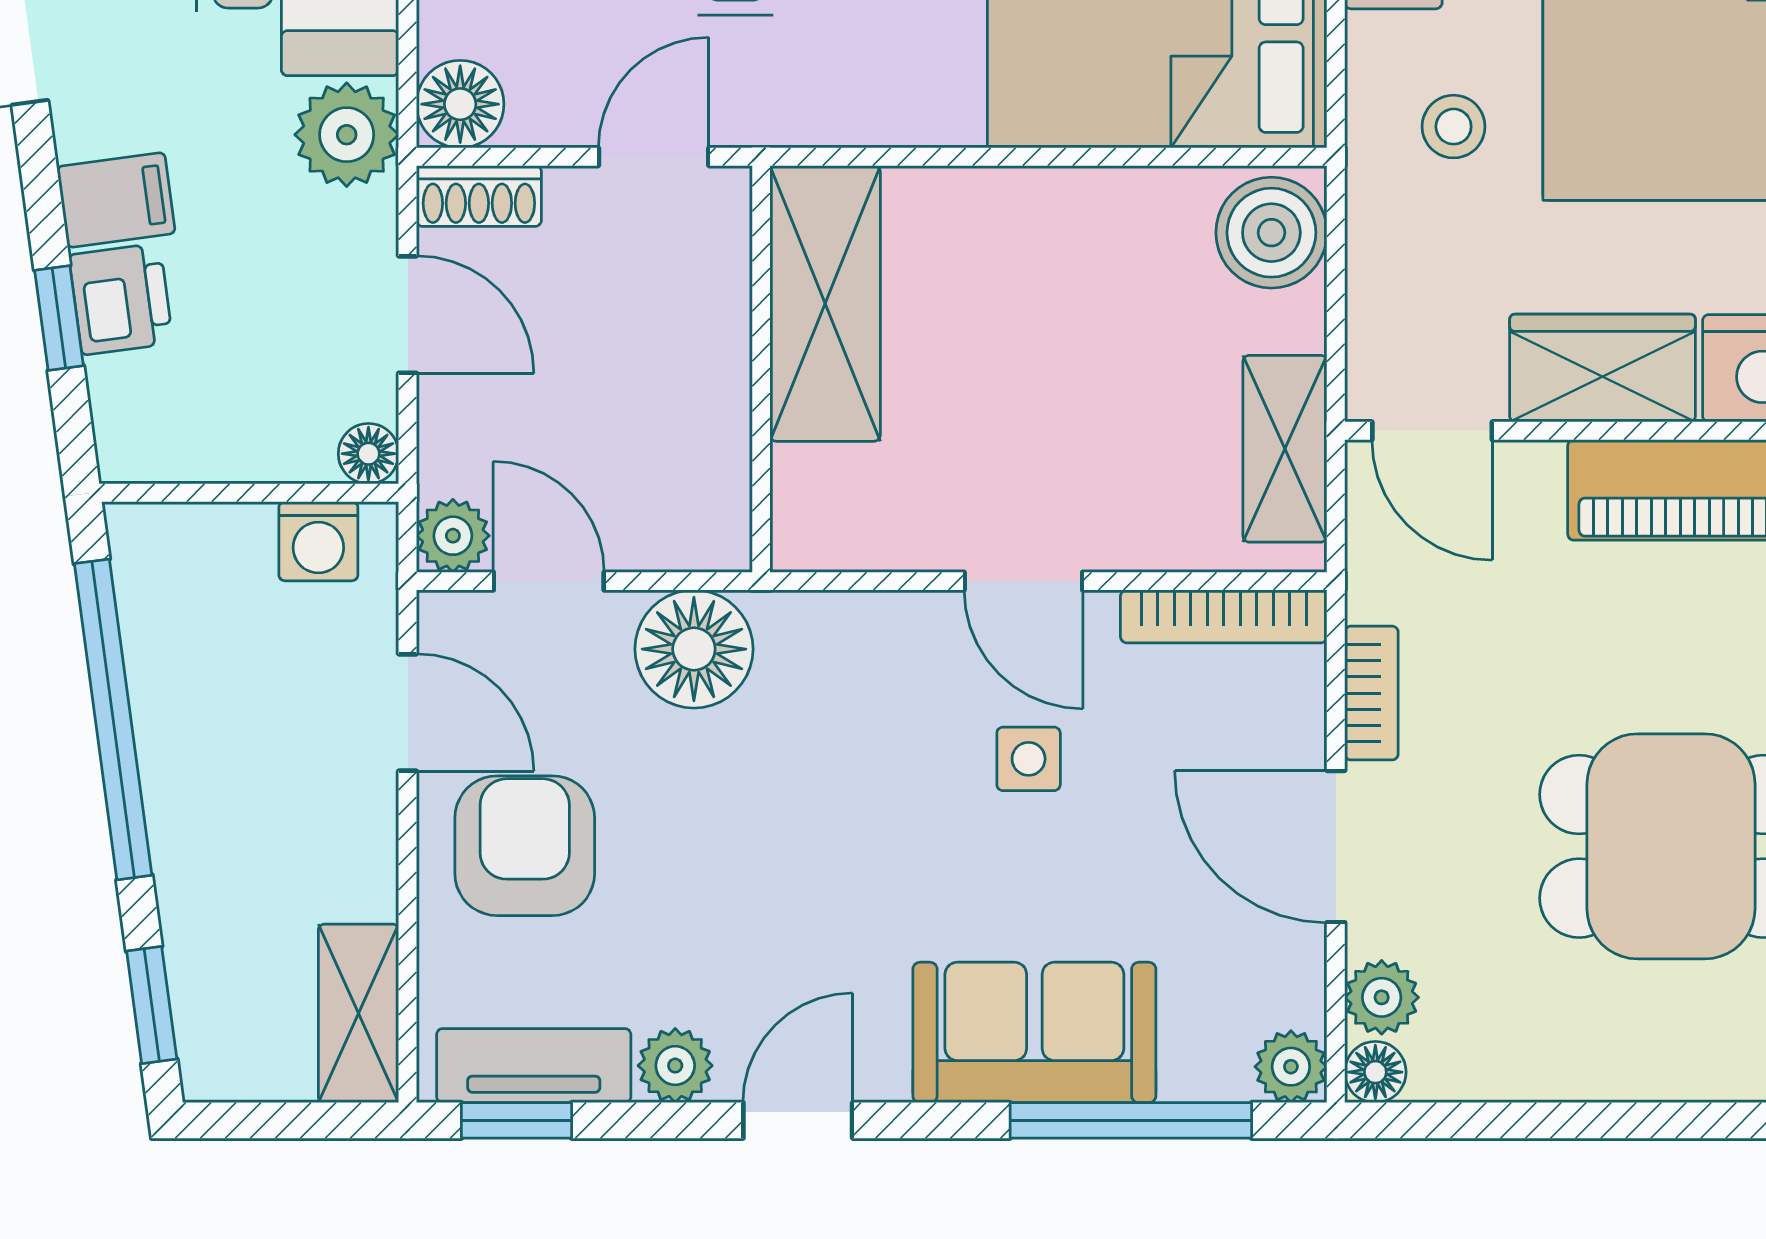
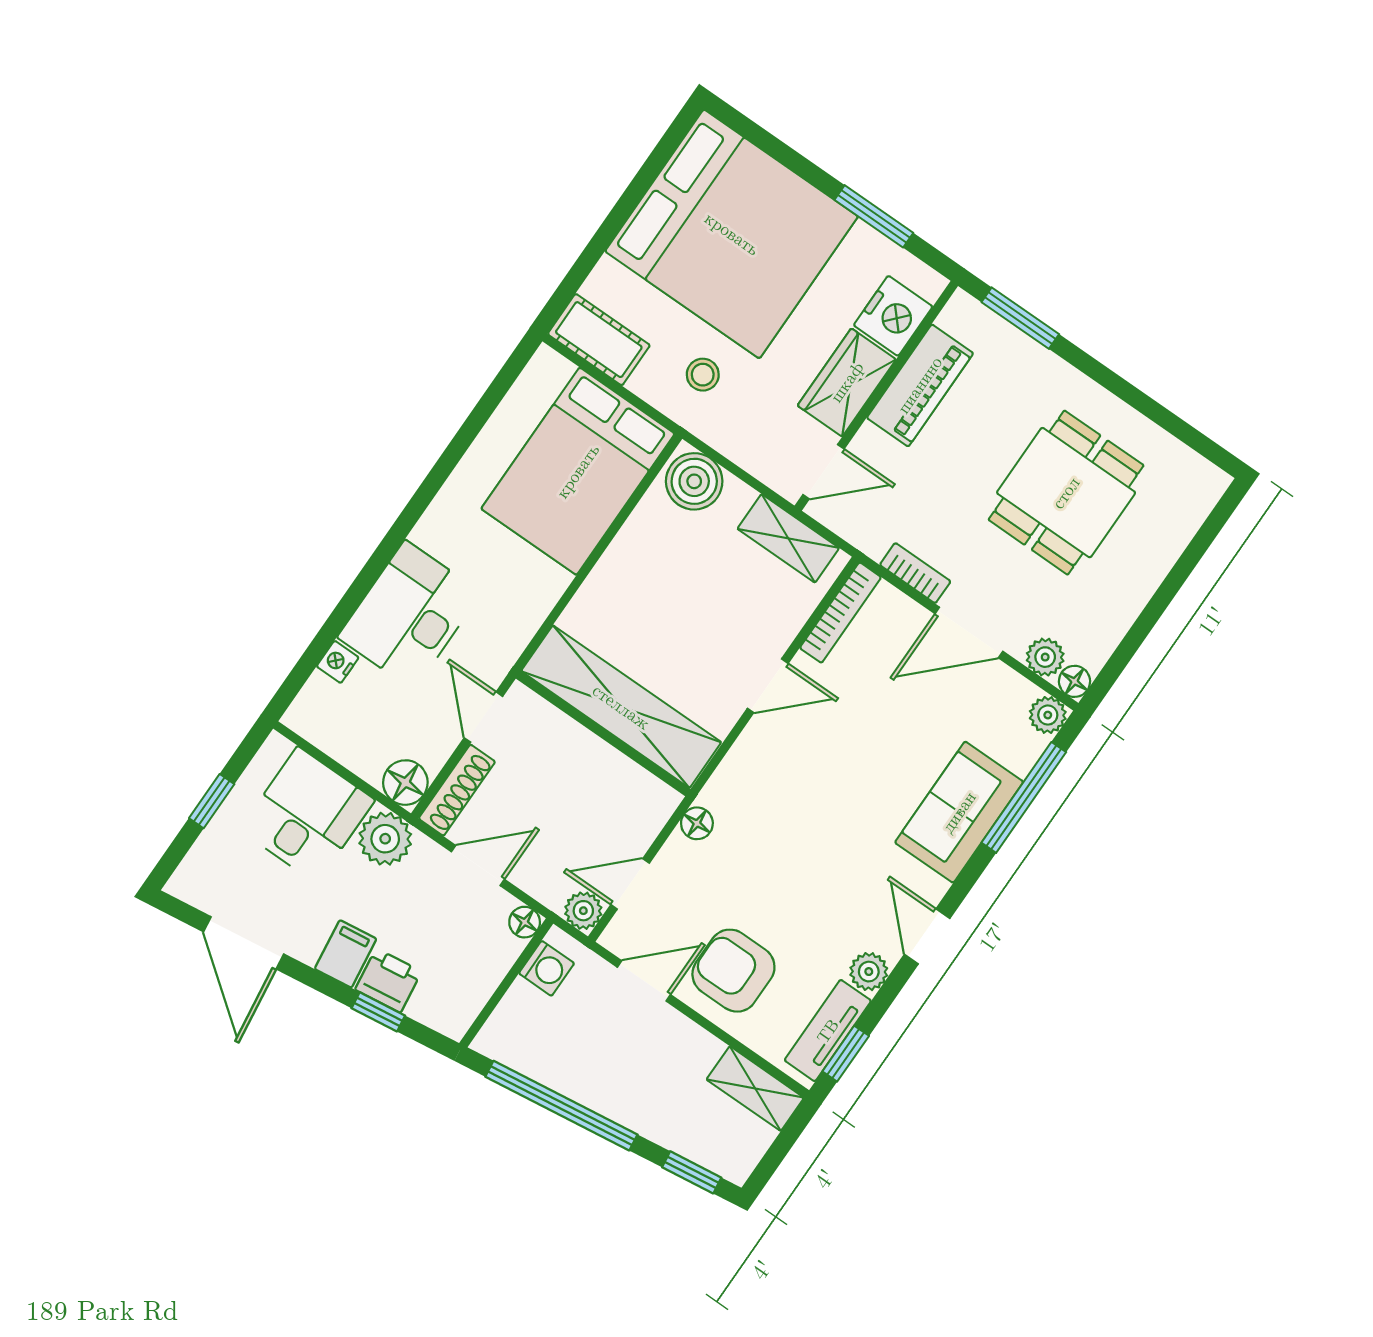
shoe rack: (479, 196) -> (457, 790), width x1.43
shelving: (825, 303) -> (621, 707), width x1.47
floor lamp: (694, 649) -> (697, 823), width x0.53, depth x0.53
side table: (1029, 759) -> (843, 735), removed

